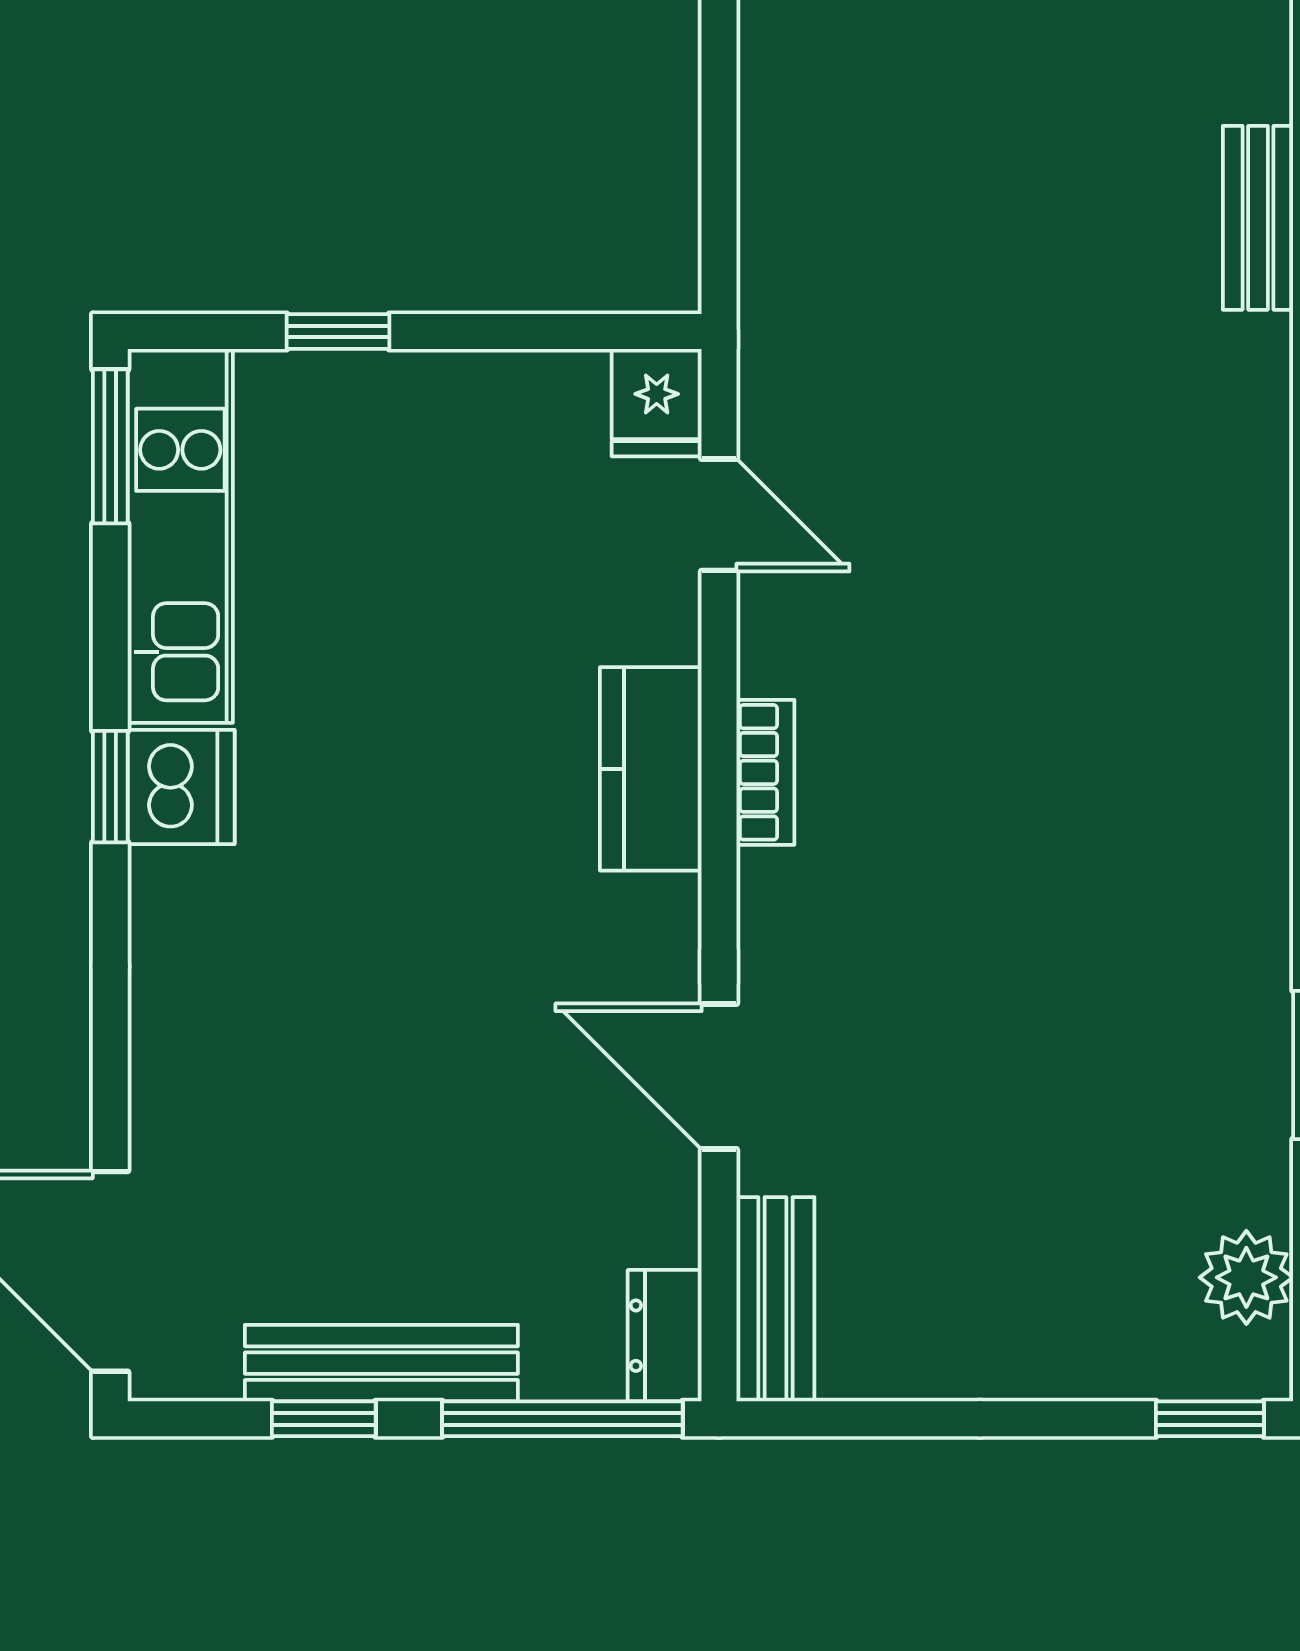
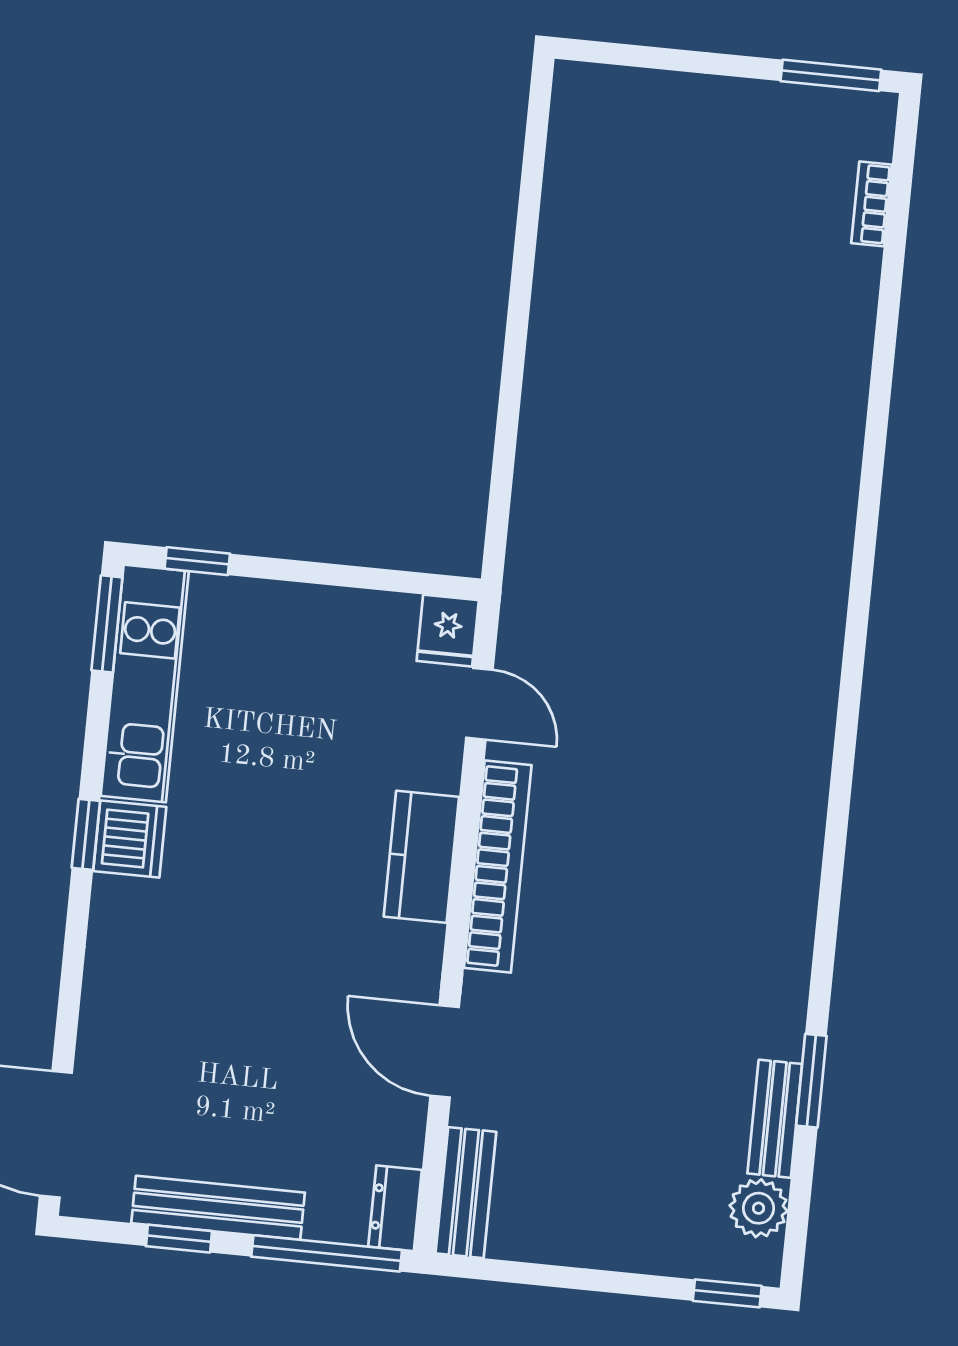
bench: (1258, 218) -> (775, 1119), moved
window: (338, 331) -> (197, 561), moved
bookcase: (765, 772) -> (498, 867), width x2.31, depth x1.31

